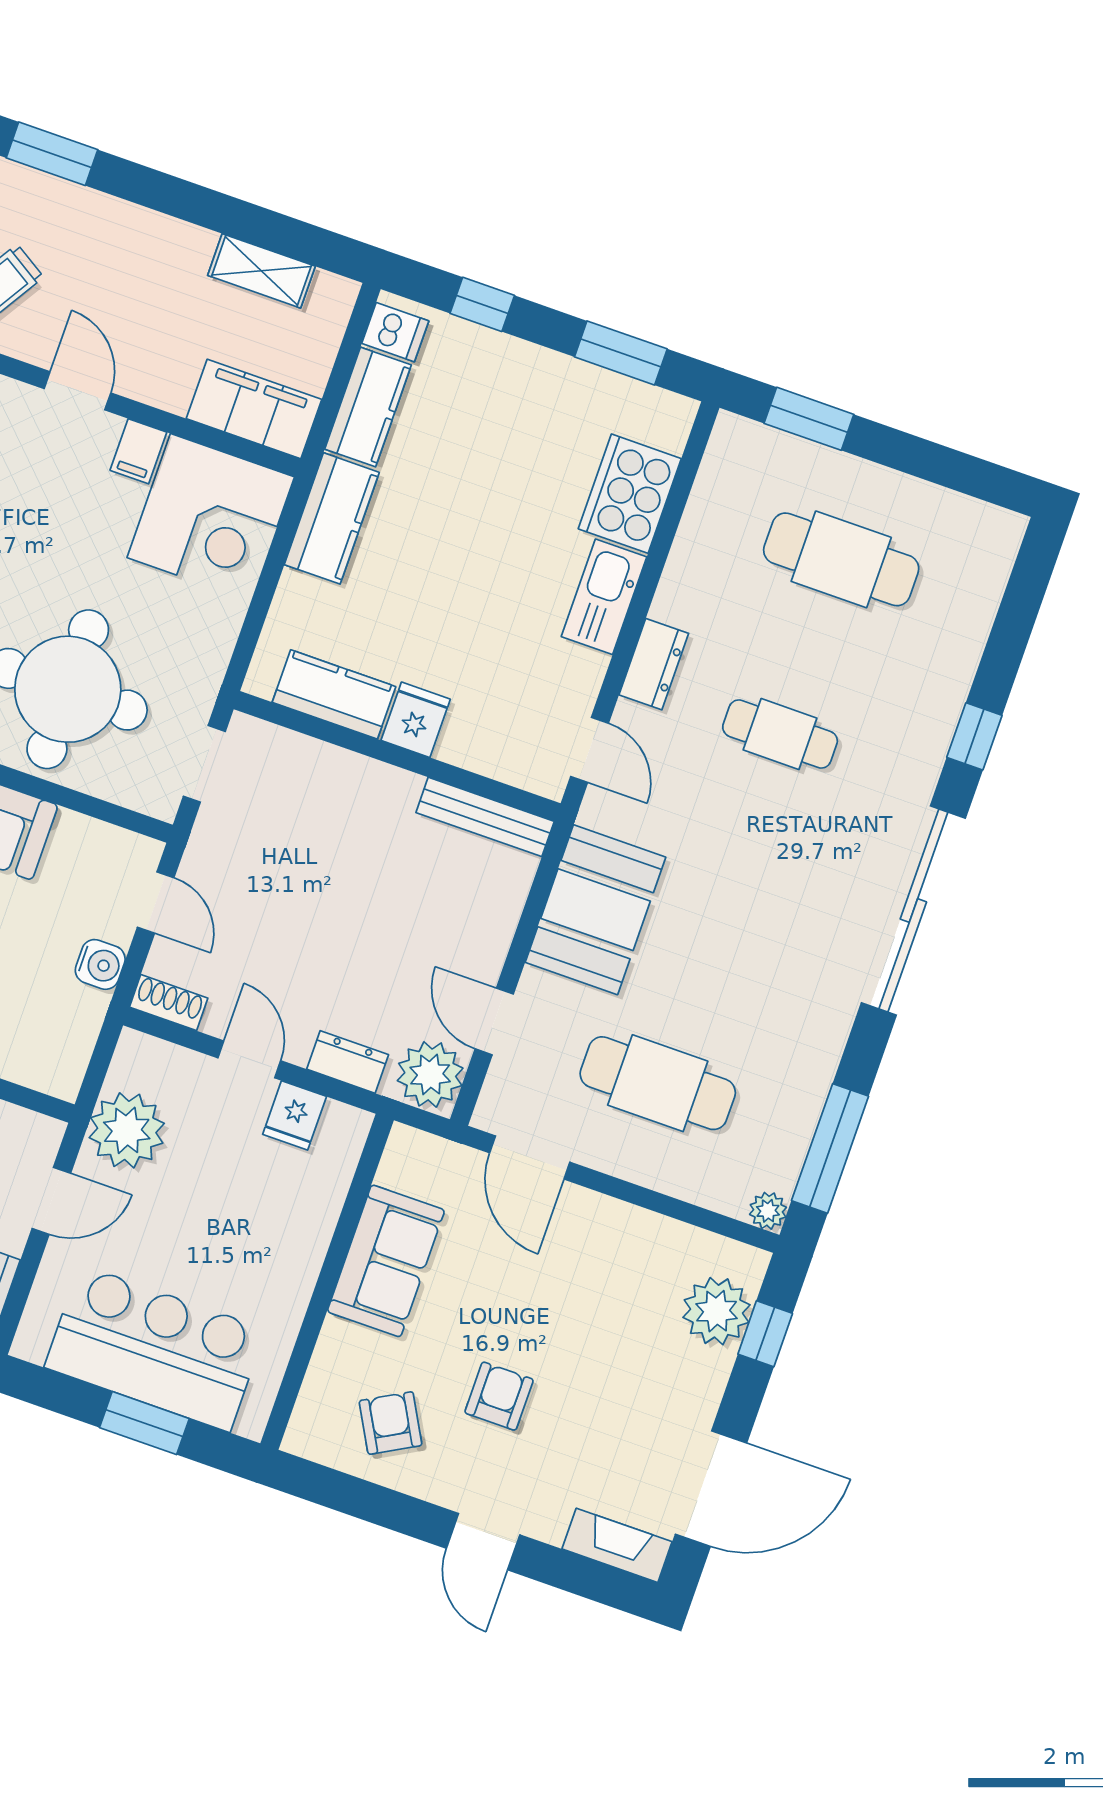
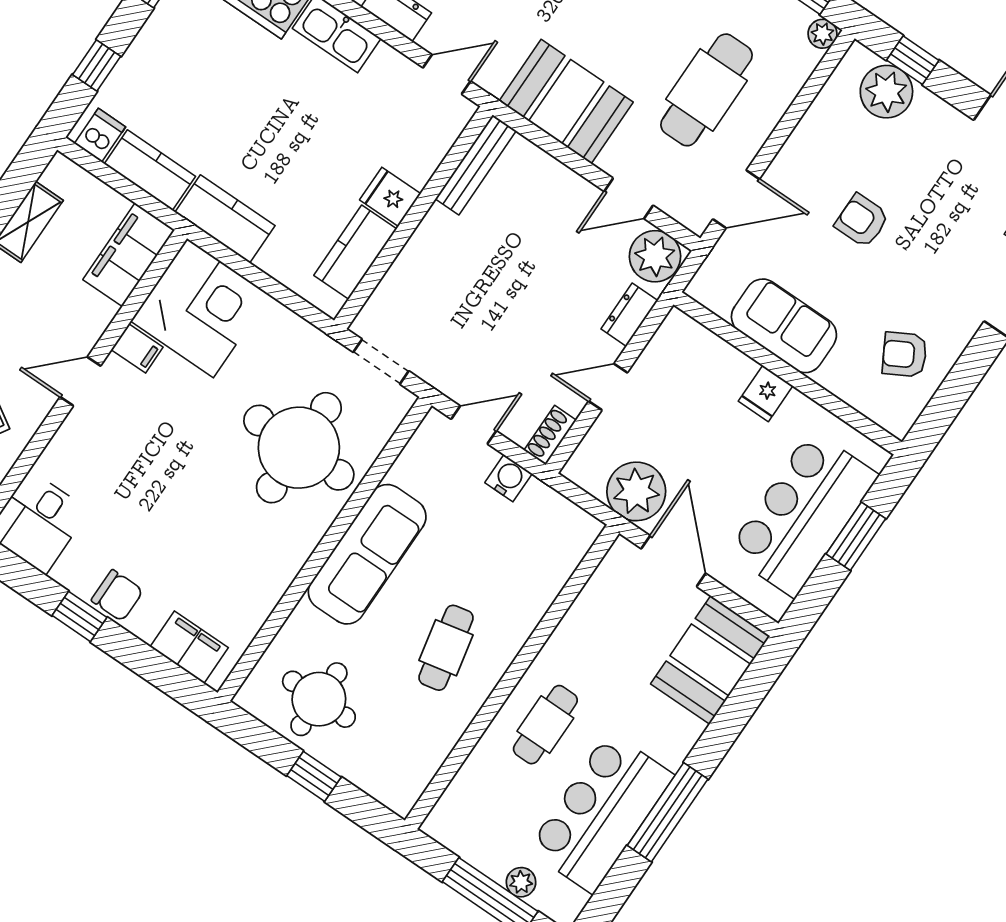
fridge: (295, 1115) -> (766, 394), moved, turned 90
door: (51, 1201) -> (673, 561), width x1.38
armchair: (499, 1396) -> (862, 221), moved

